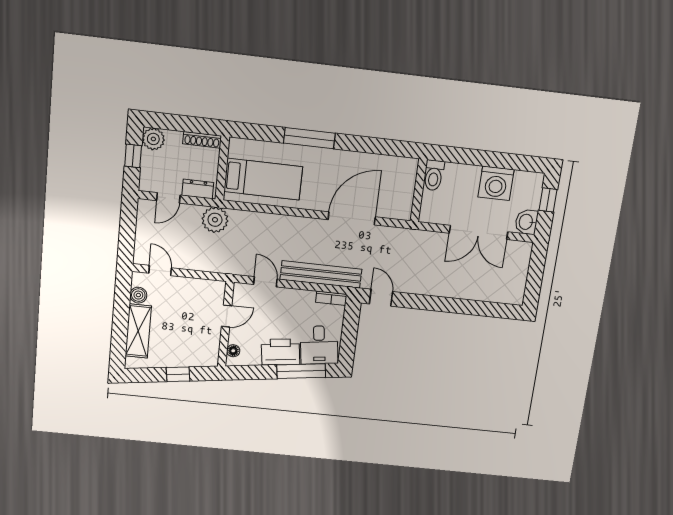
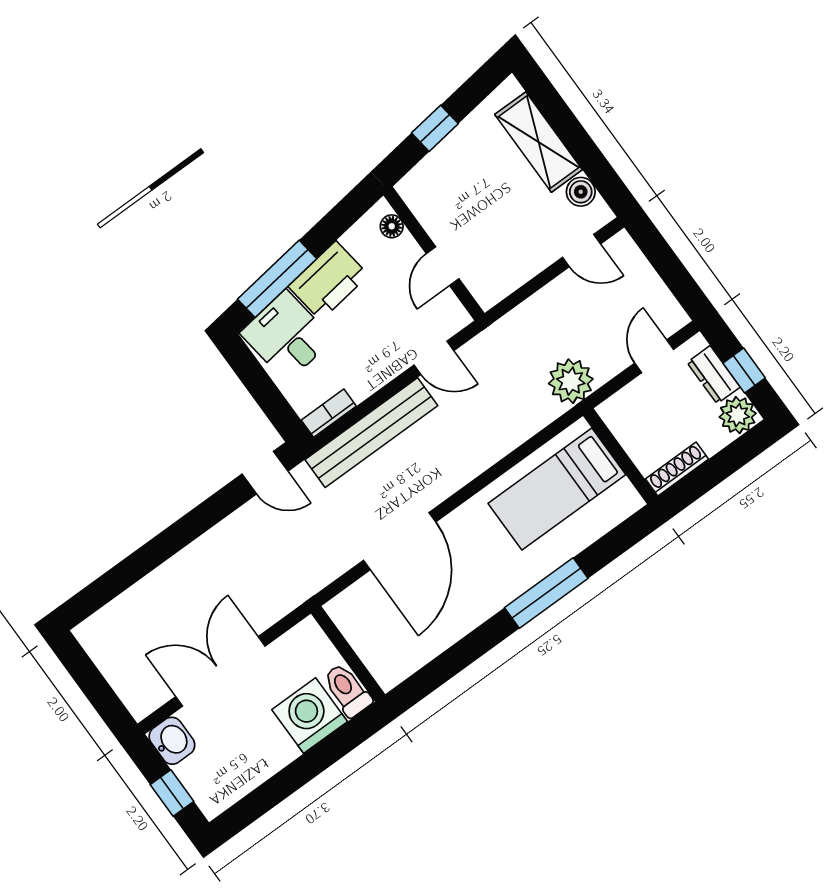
washing machine: (496, 183) -> (310, 716), moved
dresser: (198, 189) -> (714, 375), moved, turned 90

